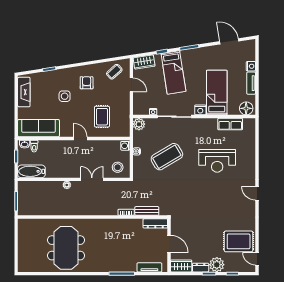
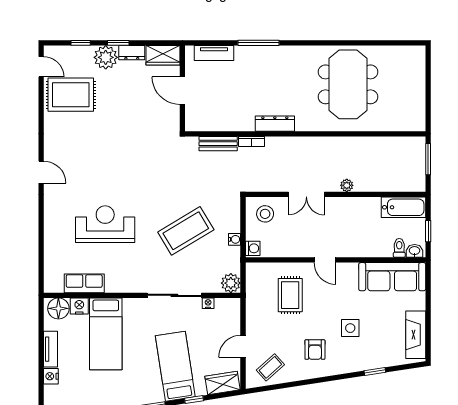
door: (131, 85) -> (243, 346), hinge flipped
nightstand: (200, 110) -> (79, 306), moved
dresser: (155, 223) -> (275, 124), moved

